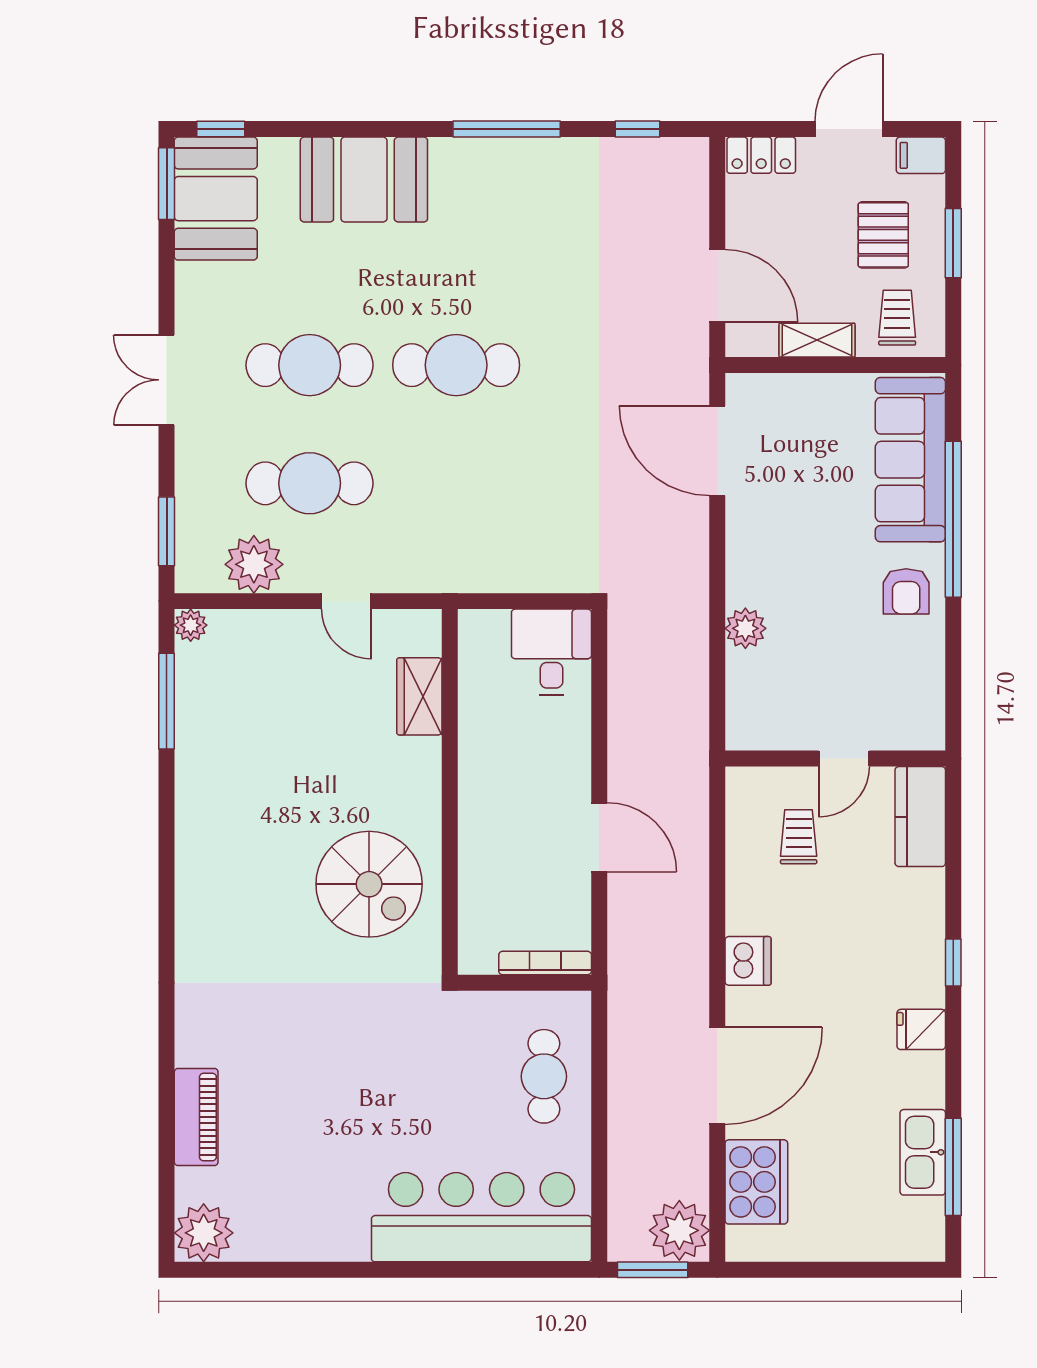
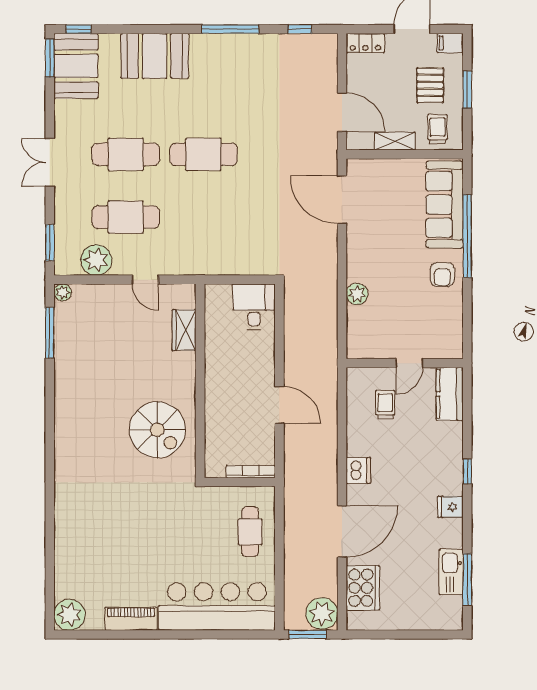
piano: (196, 1117) -> (131, 619), moved, turned -90

